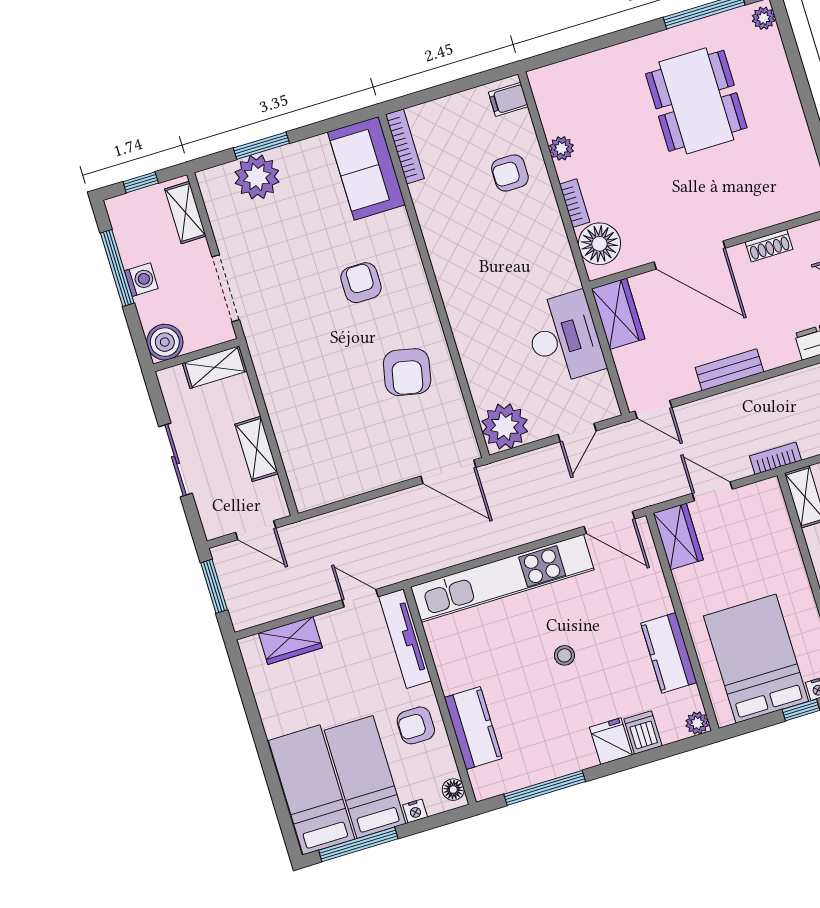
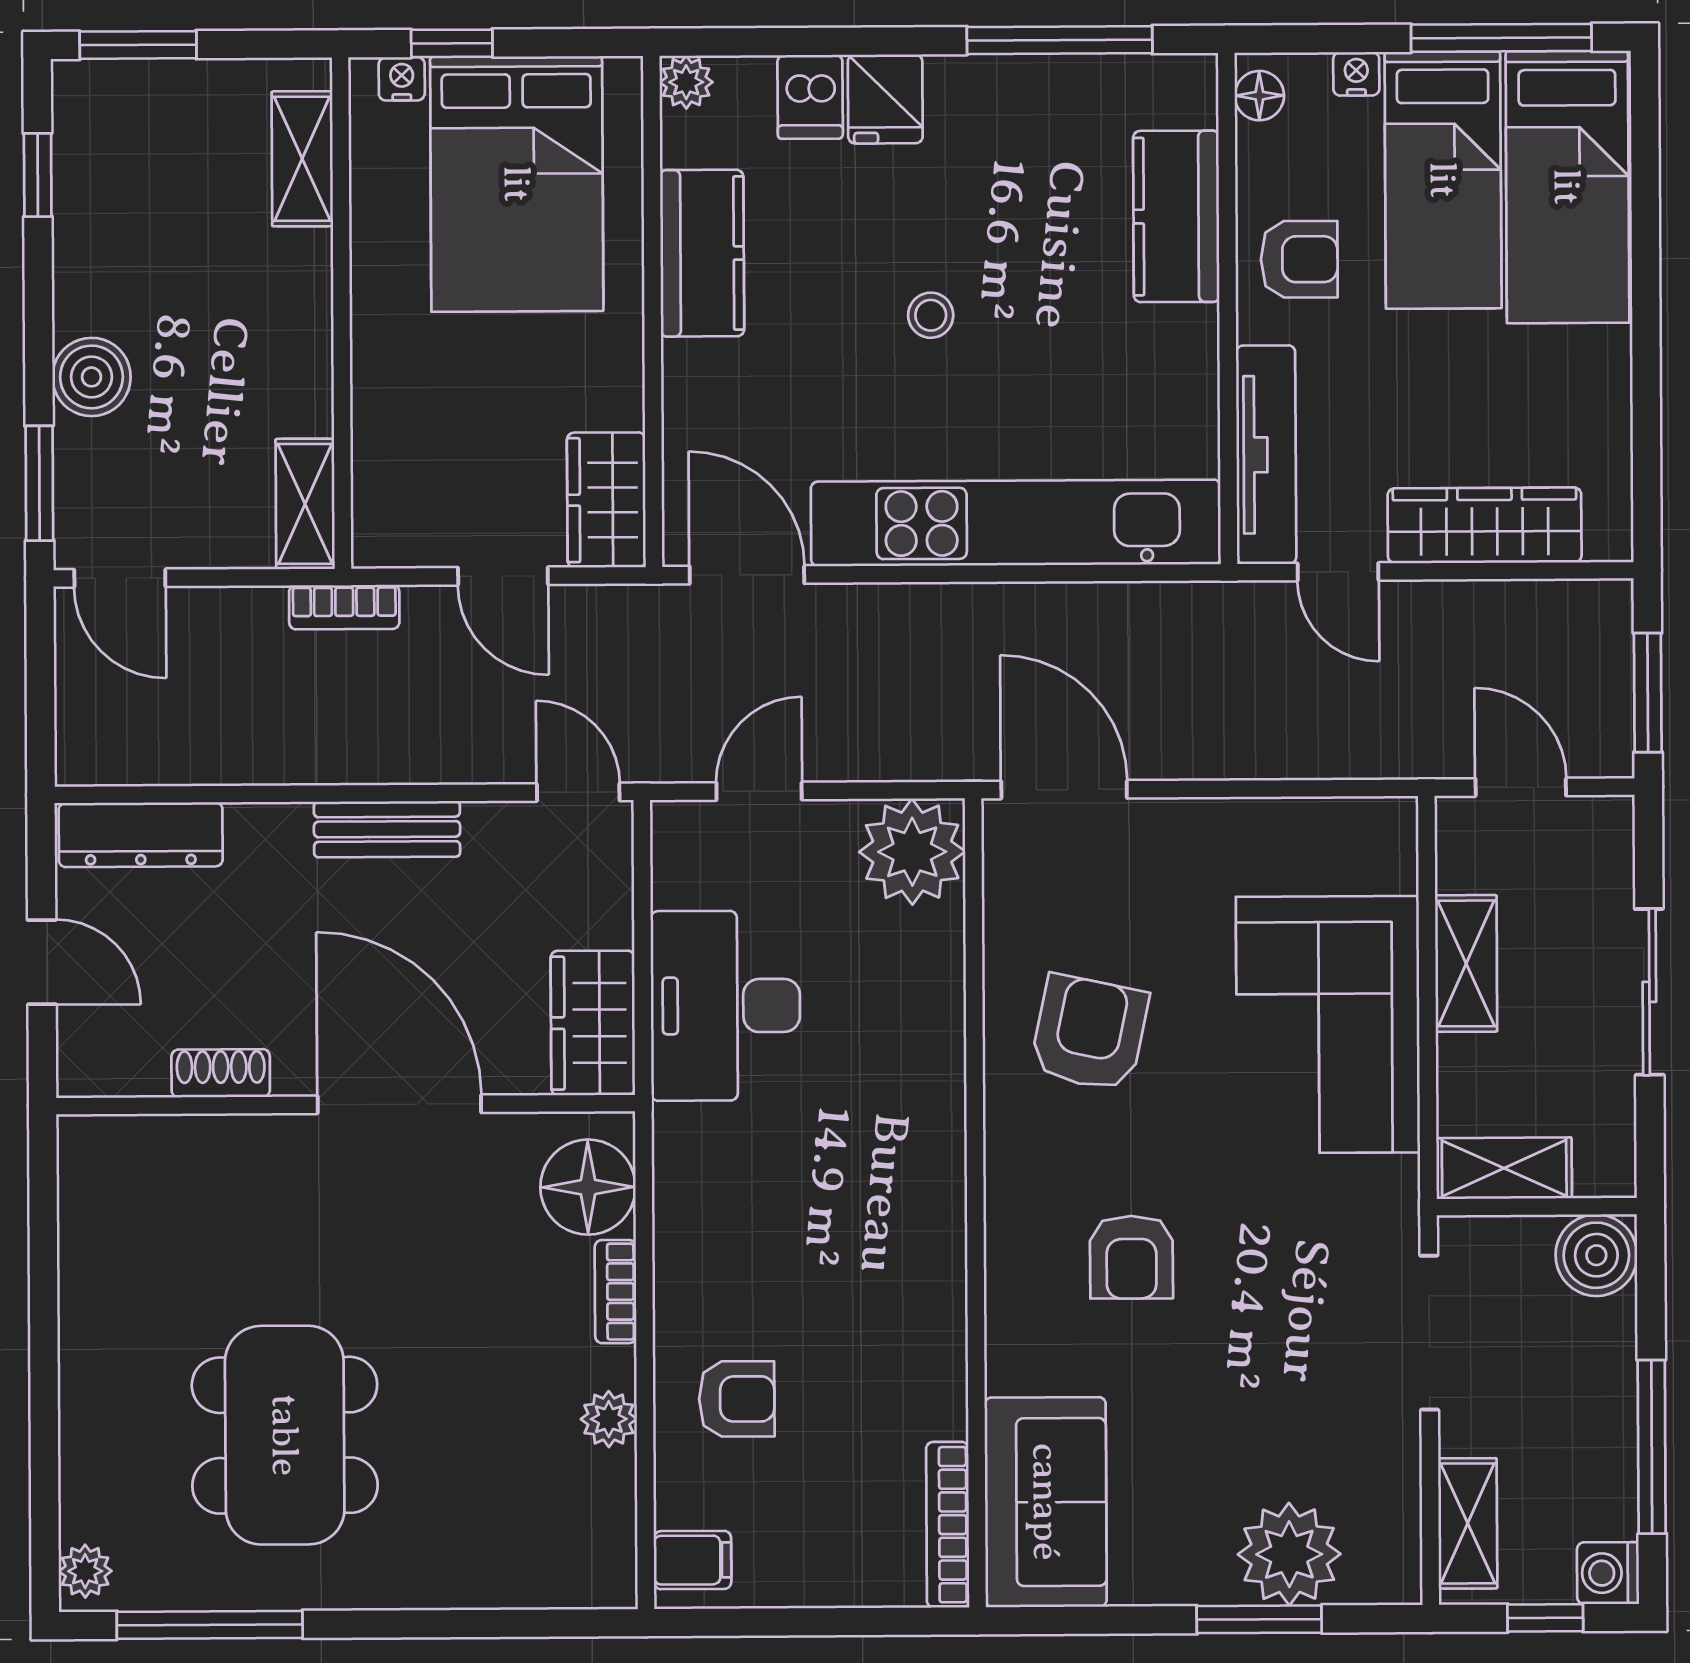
washing machine: (141, 280) -> (1608, 1573), moved
corner sofa: (307, 406) -> (1328, 1025), added
wardrobe: (290, 640) -> (1485, 525), width x1.50

